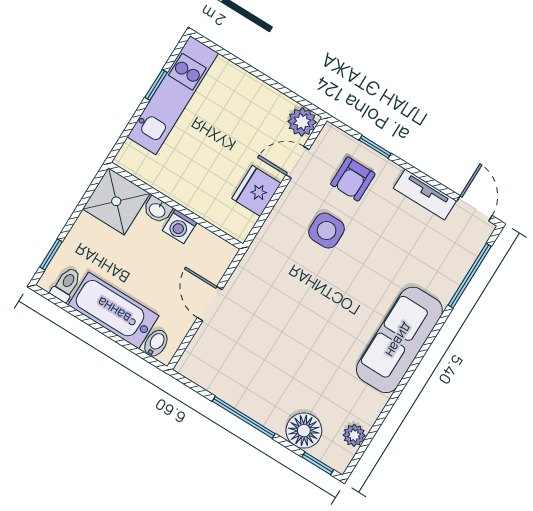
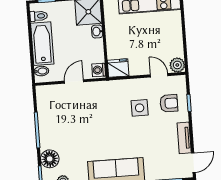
armchair: (353, 179) -> (169, 103), turned 180
fridge: (256, 191) -> (118, 68), moved
washing machine: (180, 226) -> (99, 70), moved

